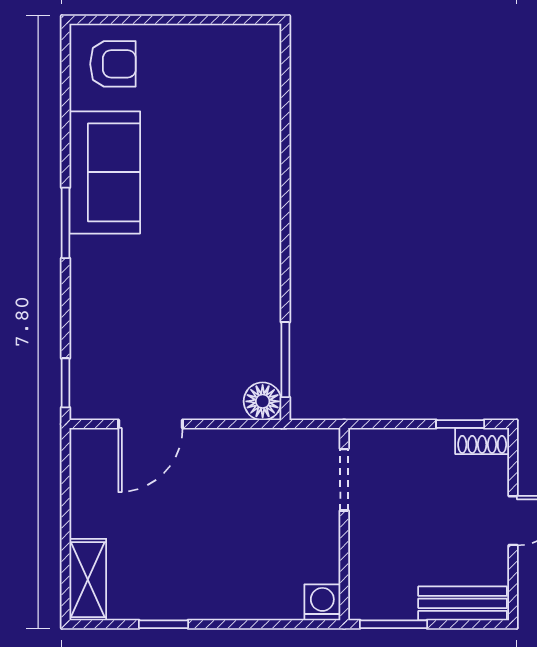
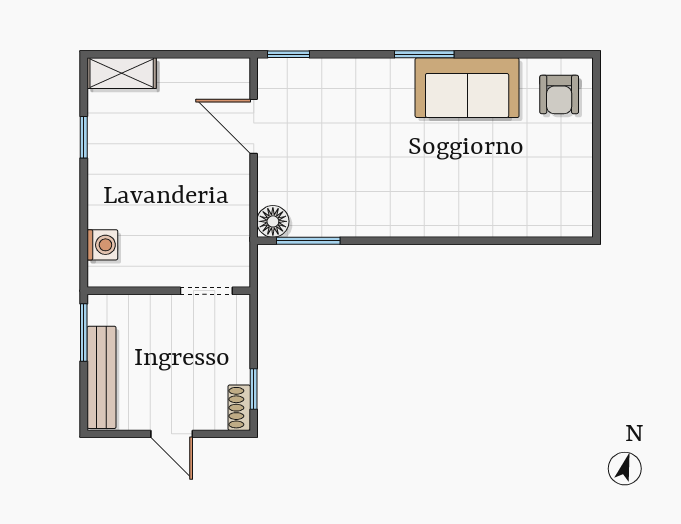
washing machine: (322, 602) -> (102, 245), moved
bench: (463, 603) -> (102, 377), width x1.36

